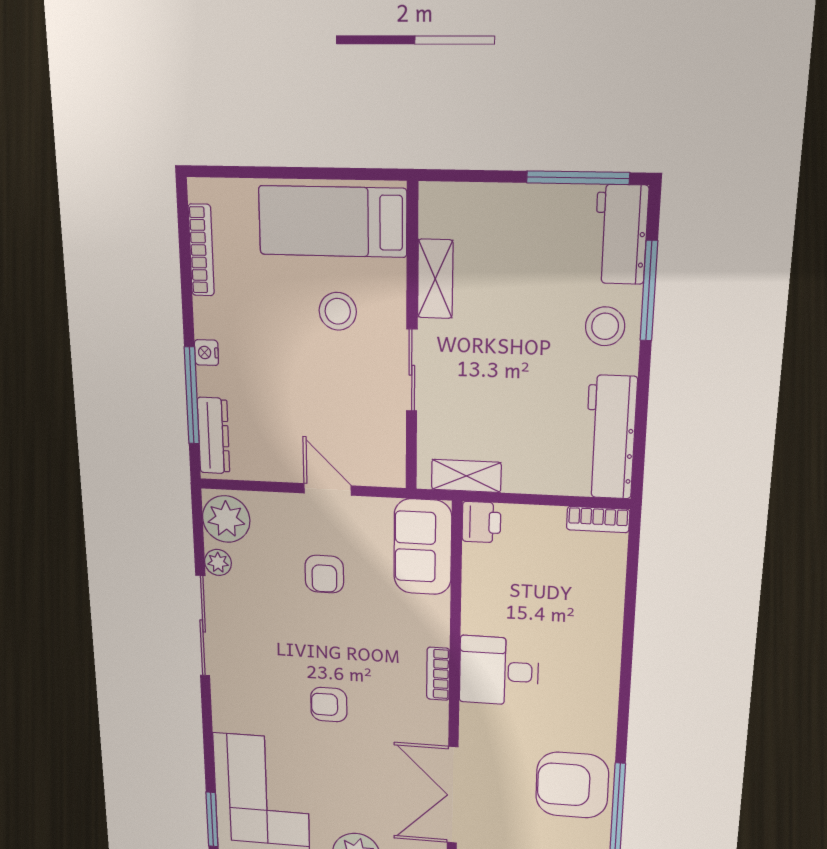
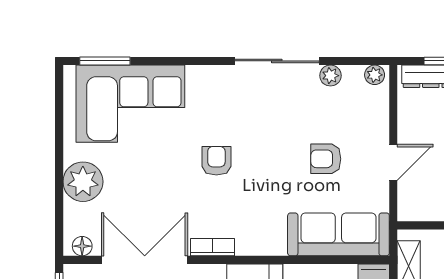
plant: (226, 519) -> (375, 75), width x0.53, depth x0.53
sofa: (423, 547) -> (338, 234), width x1.36
bookcase: (438, 674) -> (212, 247), moved

